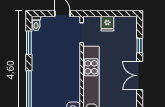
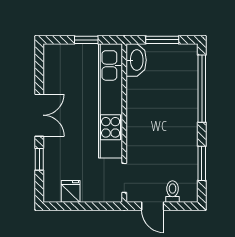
toilet: (36, 23) -> (173, 192), moved
fridge: (107, 24) -> (71, 191), moved

